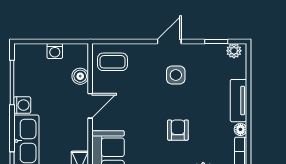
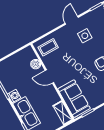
washing machine: (55, 51) -> (15, 58), removed
door: (90, 106) -> (49, 77), swing flipped

